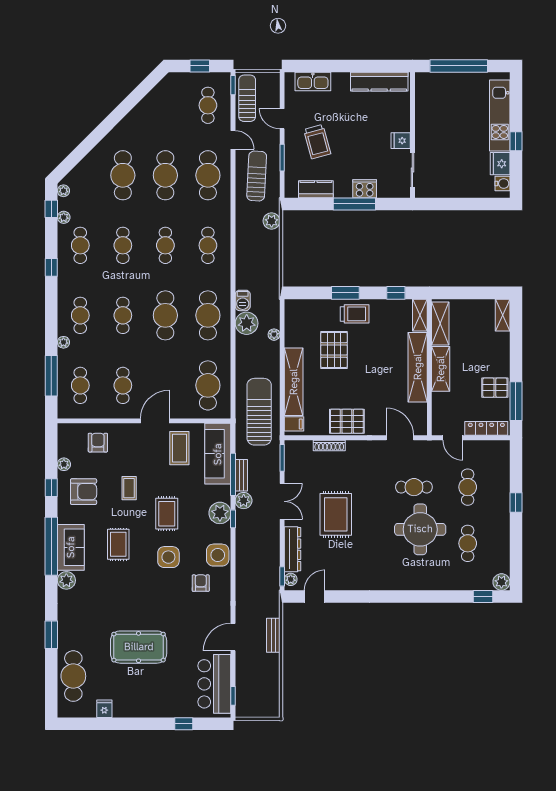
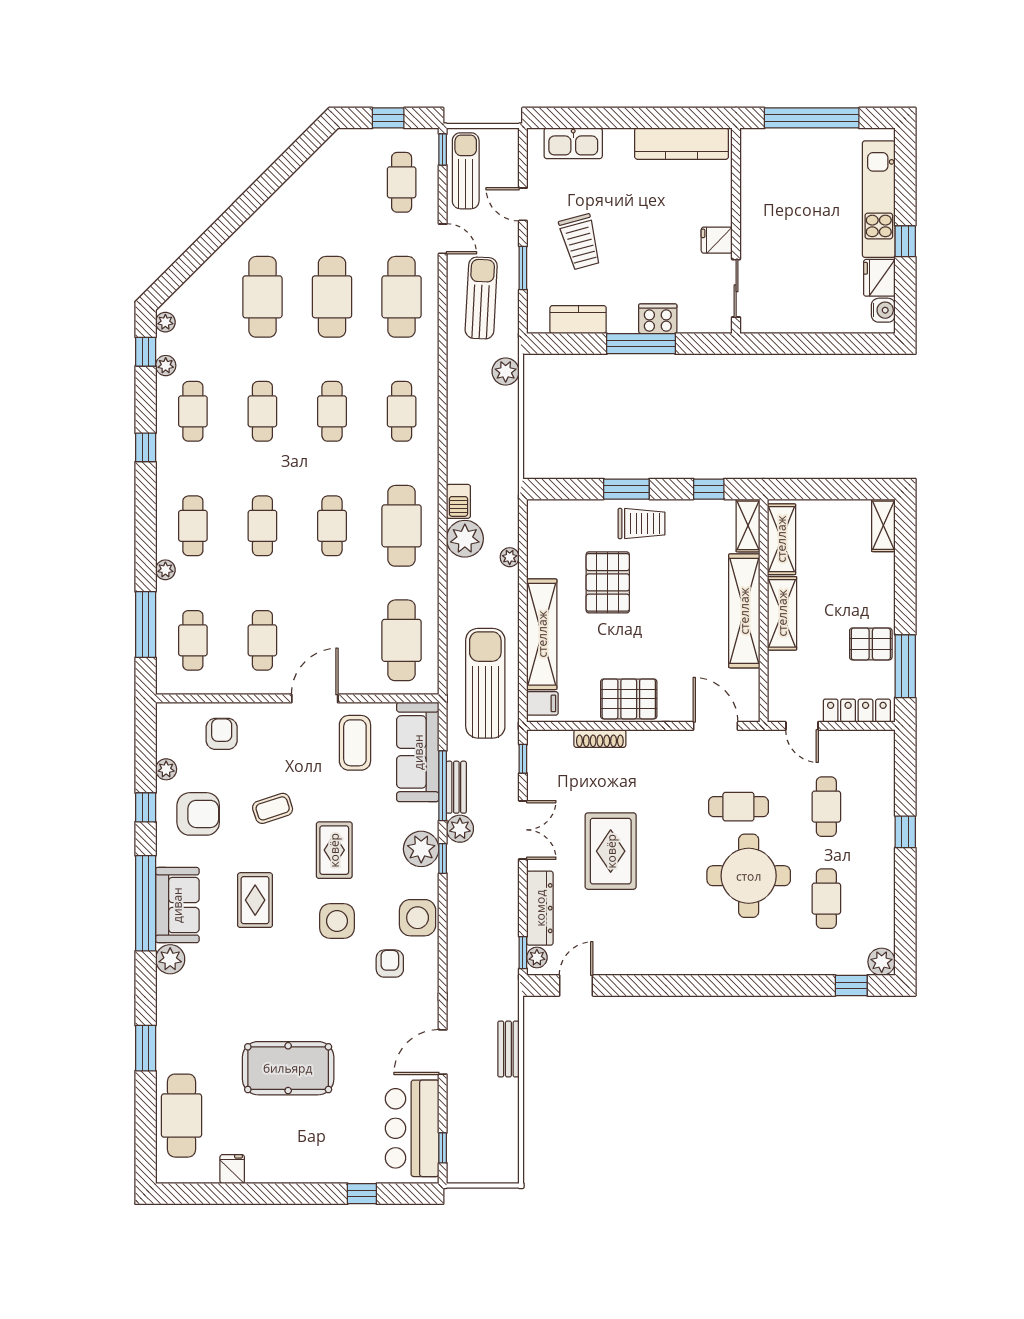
cafe table: (165, 315) -> (332, 526), width x0.73, depth x0.74
window: (282, 458) -> (523, 759), width x0.67
coffee table: (129, 488) -> (273, 808), turned 72

